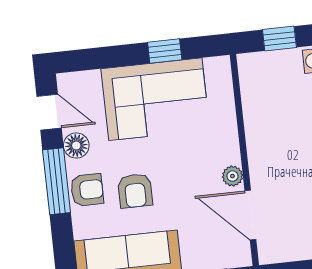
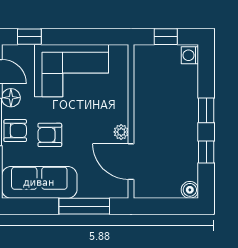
window: (165, 51) -> (29, 37), moved
armchair: (135, 191) -> (50, 135), turned 90

